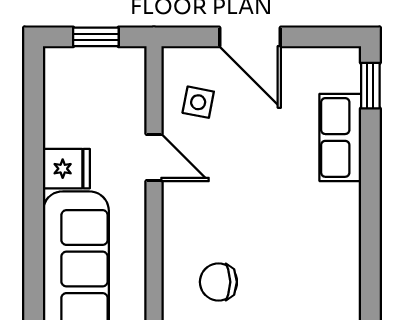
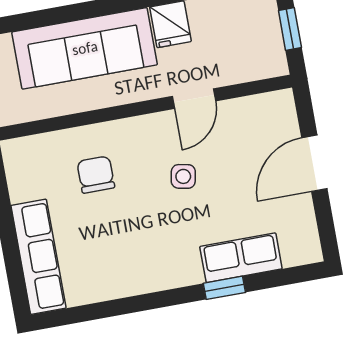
window: (370, 86) -> (224, 288), moved
side table: (198, 102) -> (183, 176), moved

